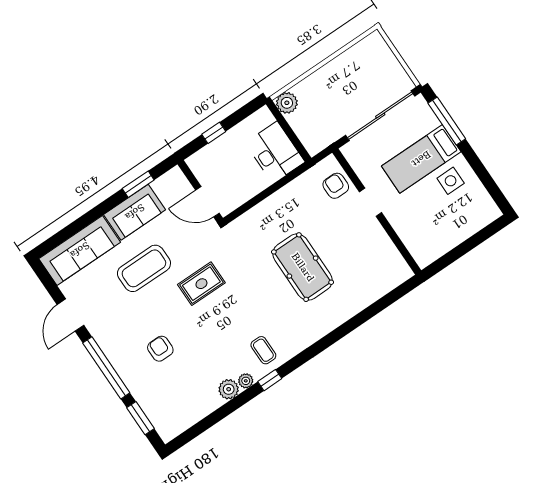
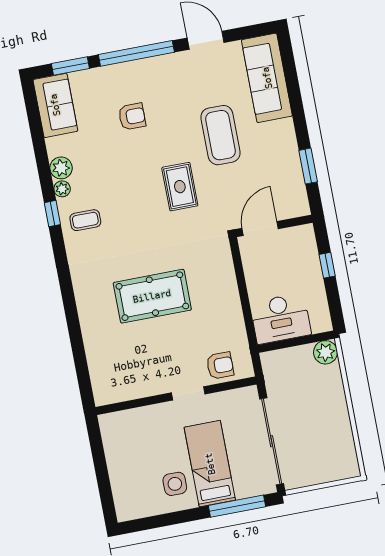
sofa: (135, 212) -> (55, 105), moved, turned 180

